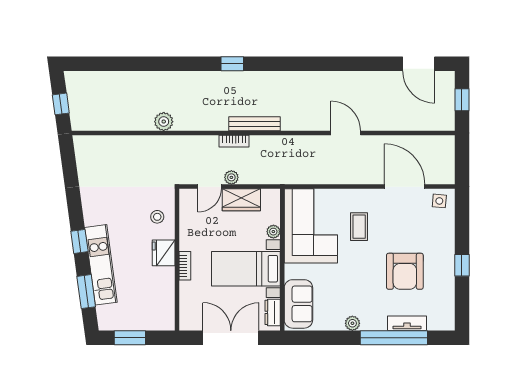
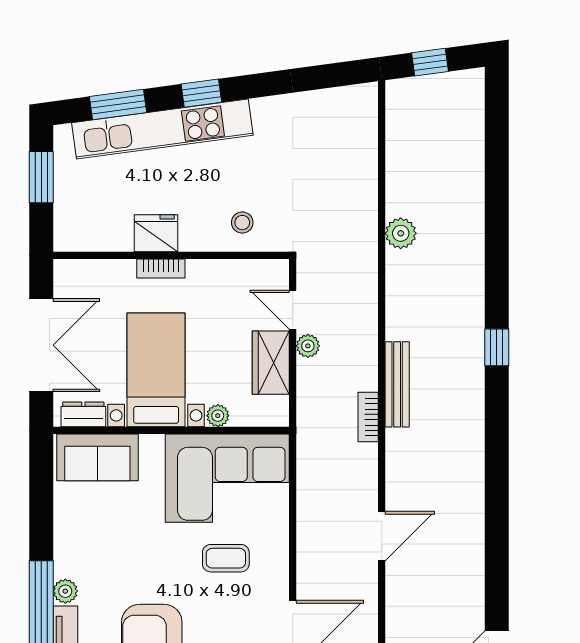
bookcase: (234, 141) -> (368, 417), moved
fridge: (164, 253) -> (156, 233), moved
kitchen unit: (101, 265) -> (162, 129), width x1.36
plant: (352, 323) -> (65, 591), moved

